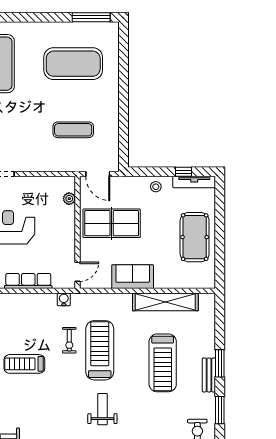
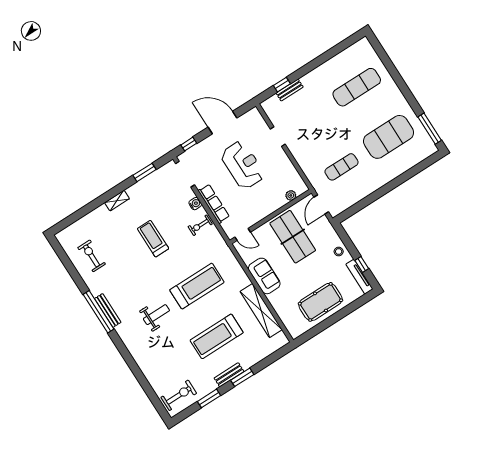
exercise mat: (73, 64) -> (389, 137), turned 90
exercise mat: (73, 130) -> (342, 167), turned 90
water cooler: (64, 299) -> (195, 204), moved
exercise bike: (69, 340) -> (200, 225), moved

